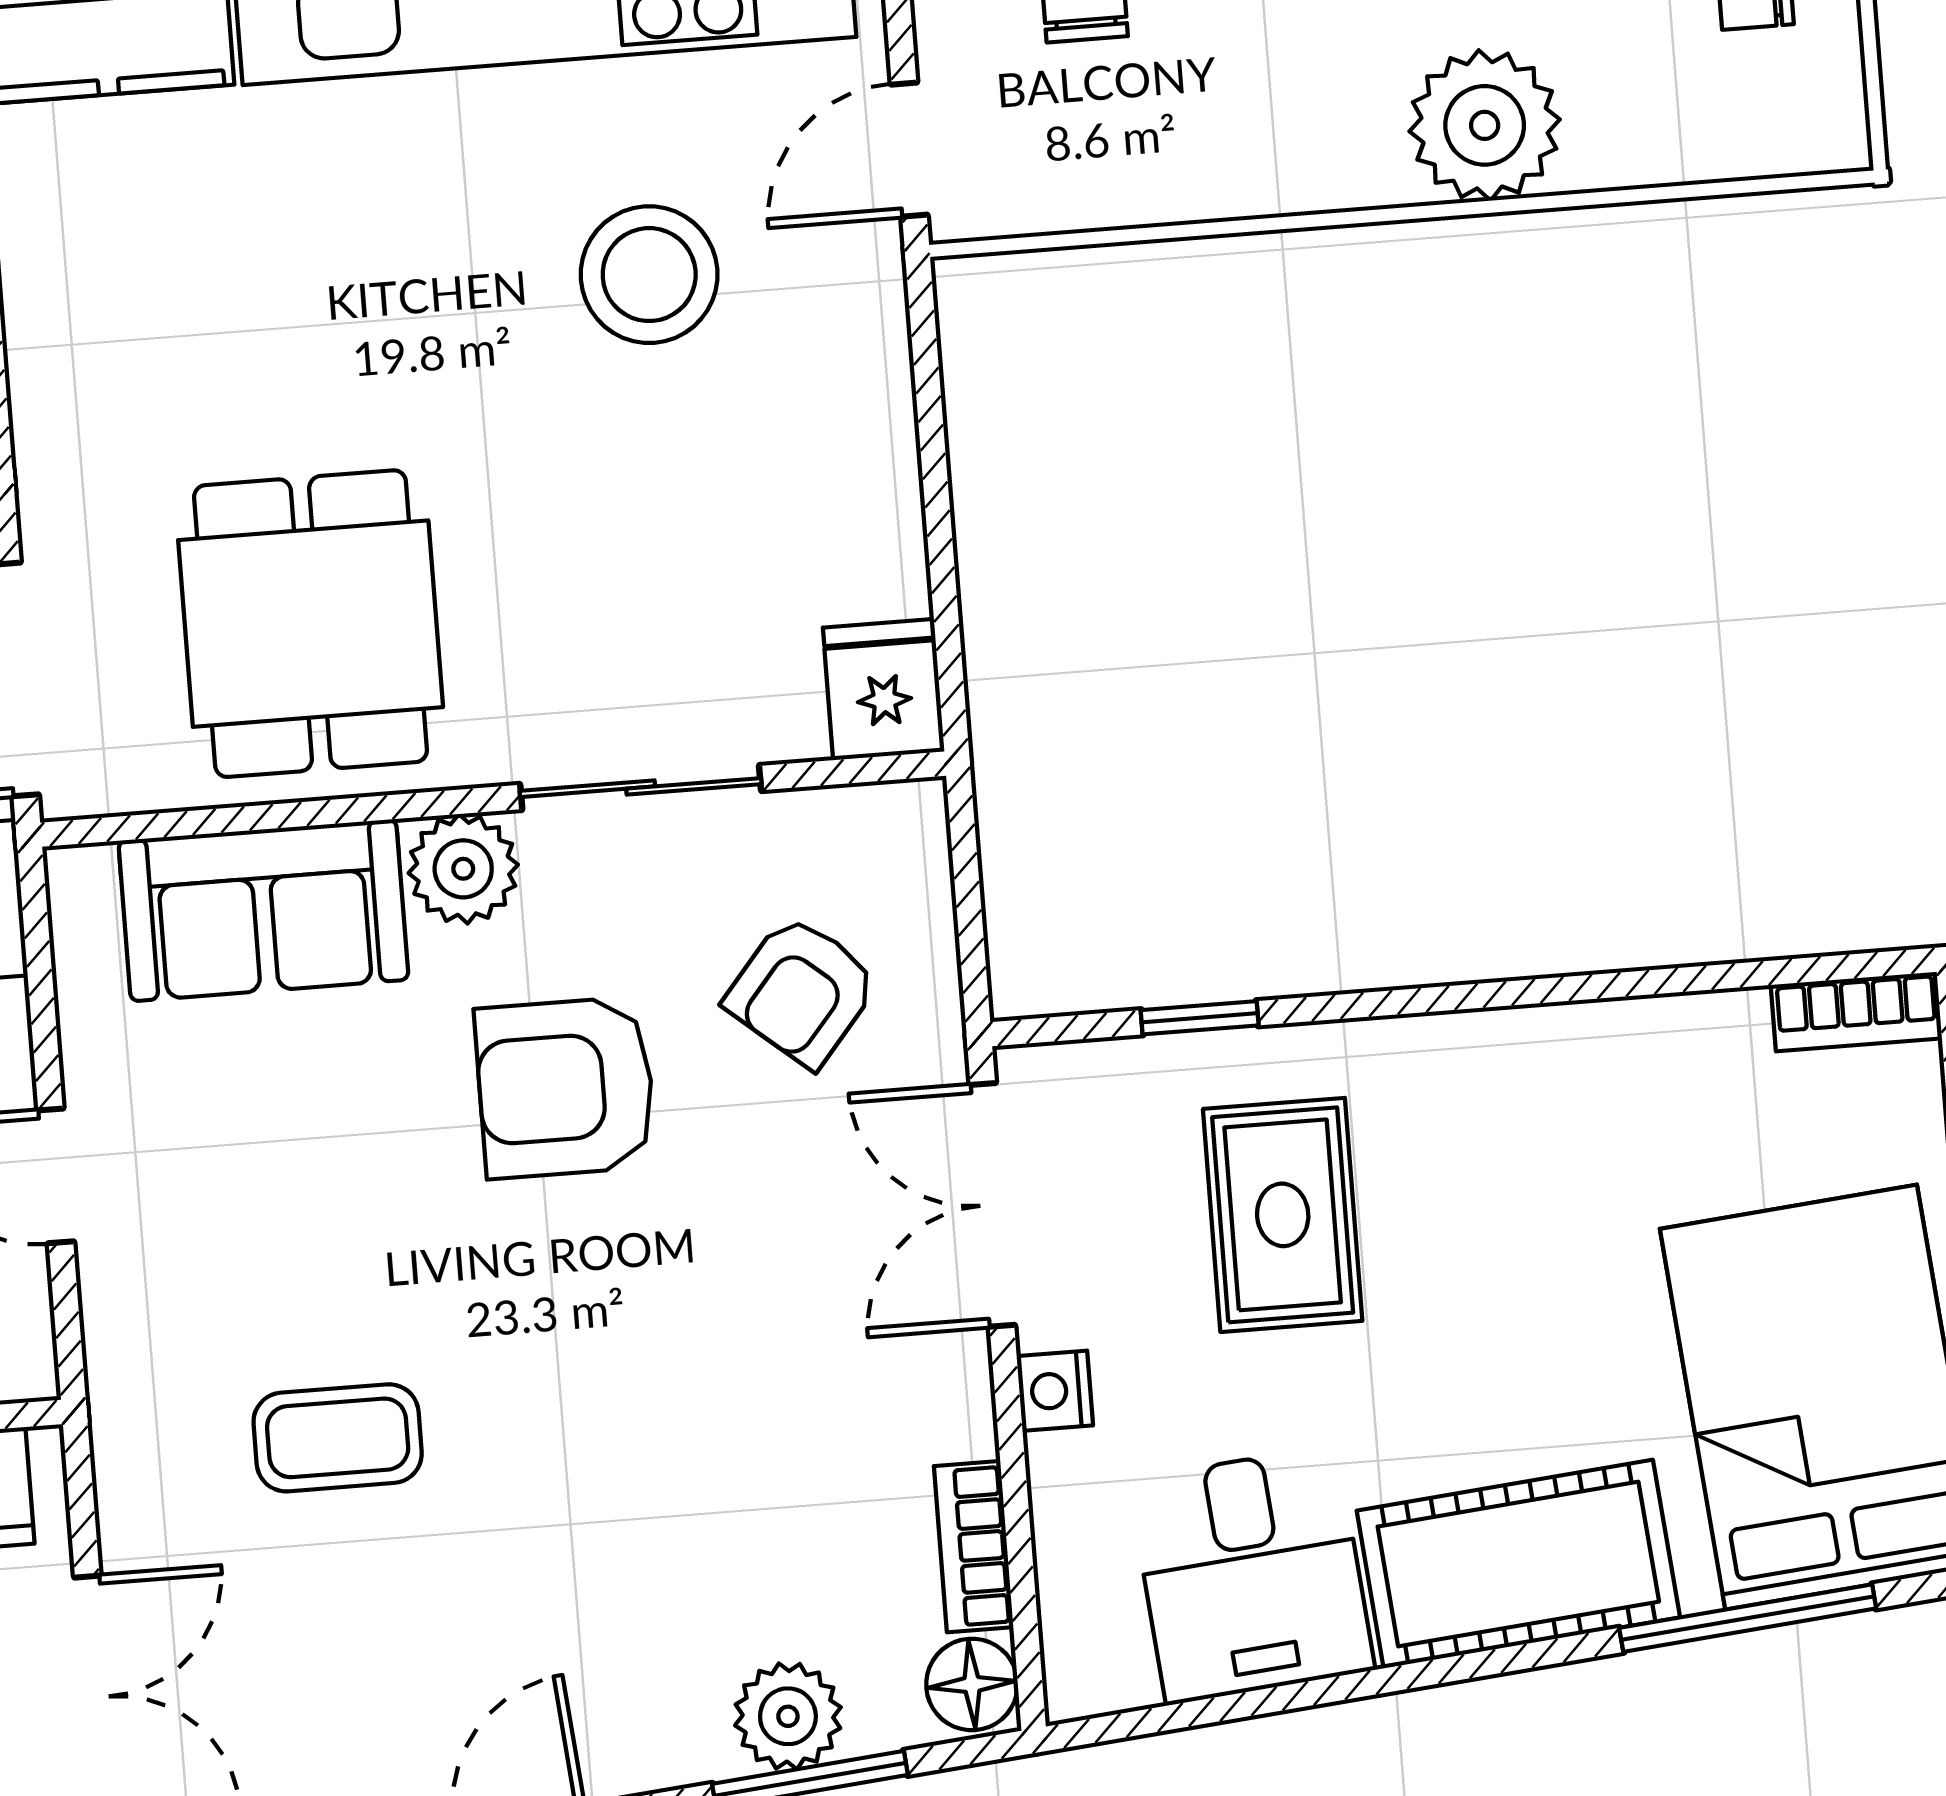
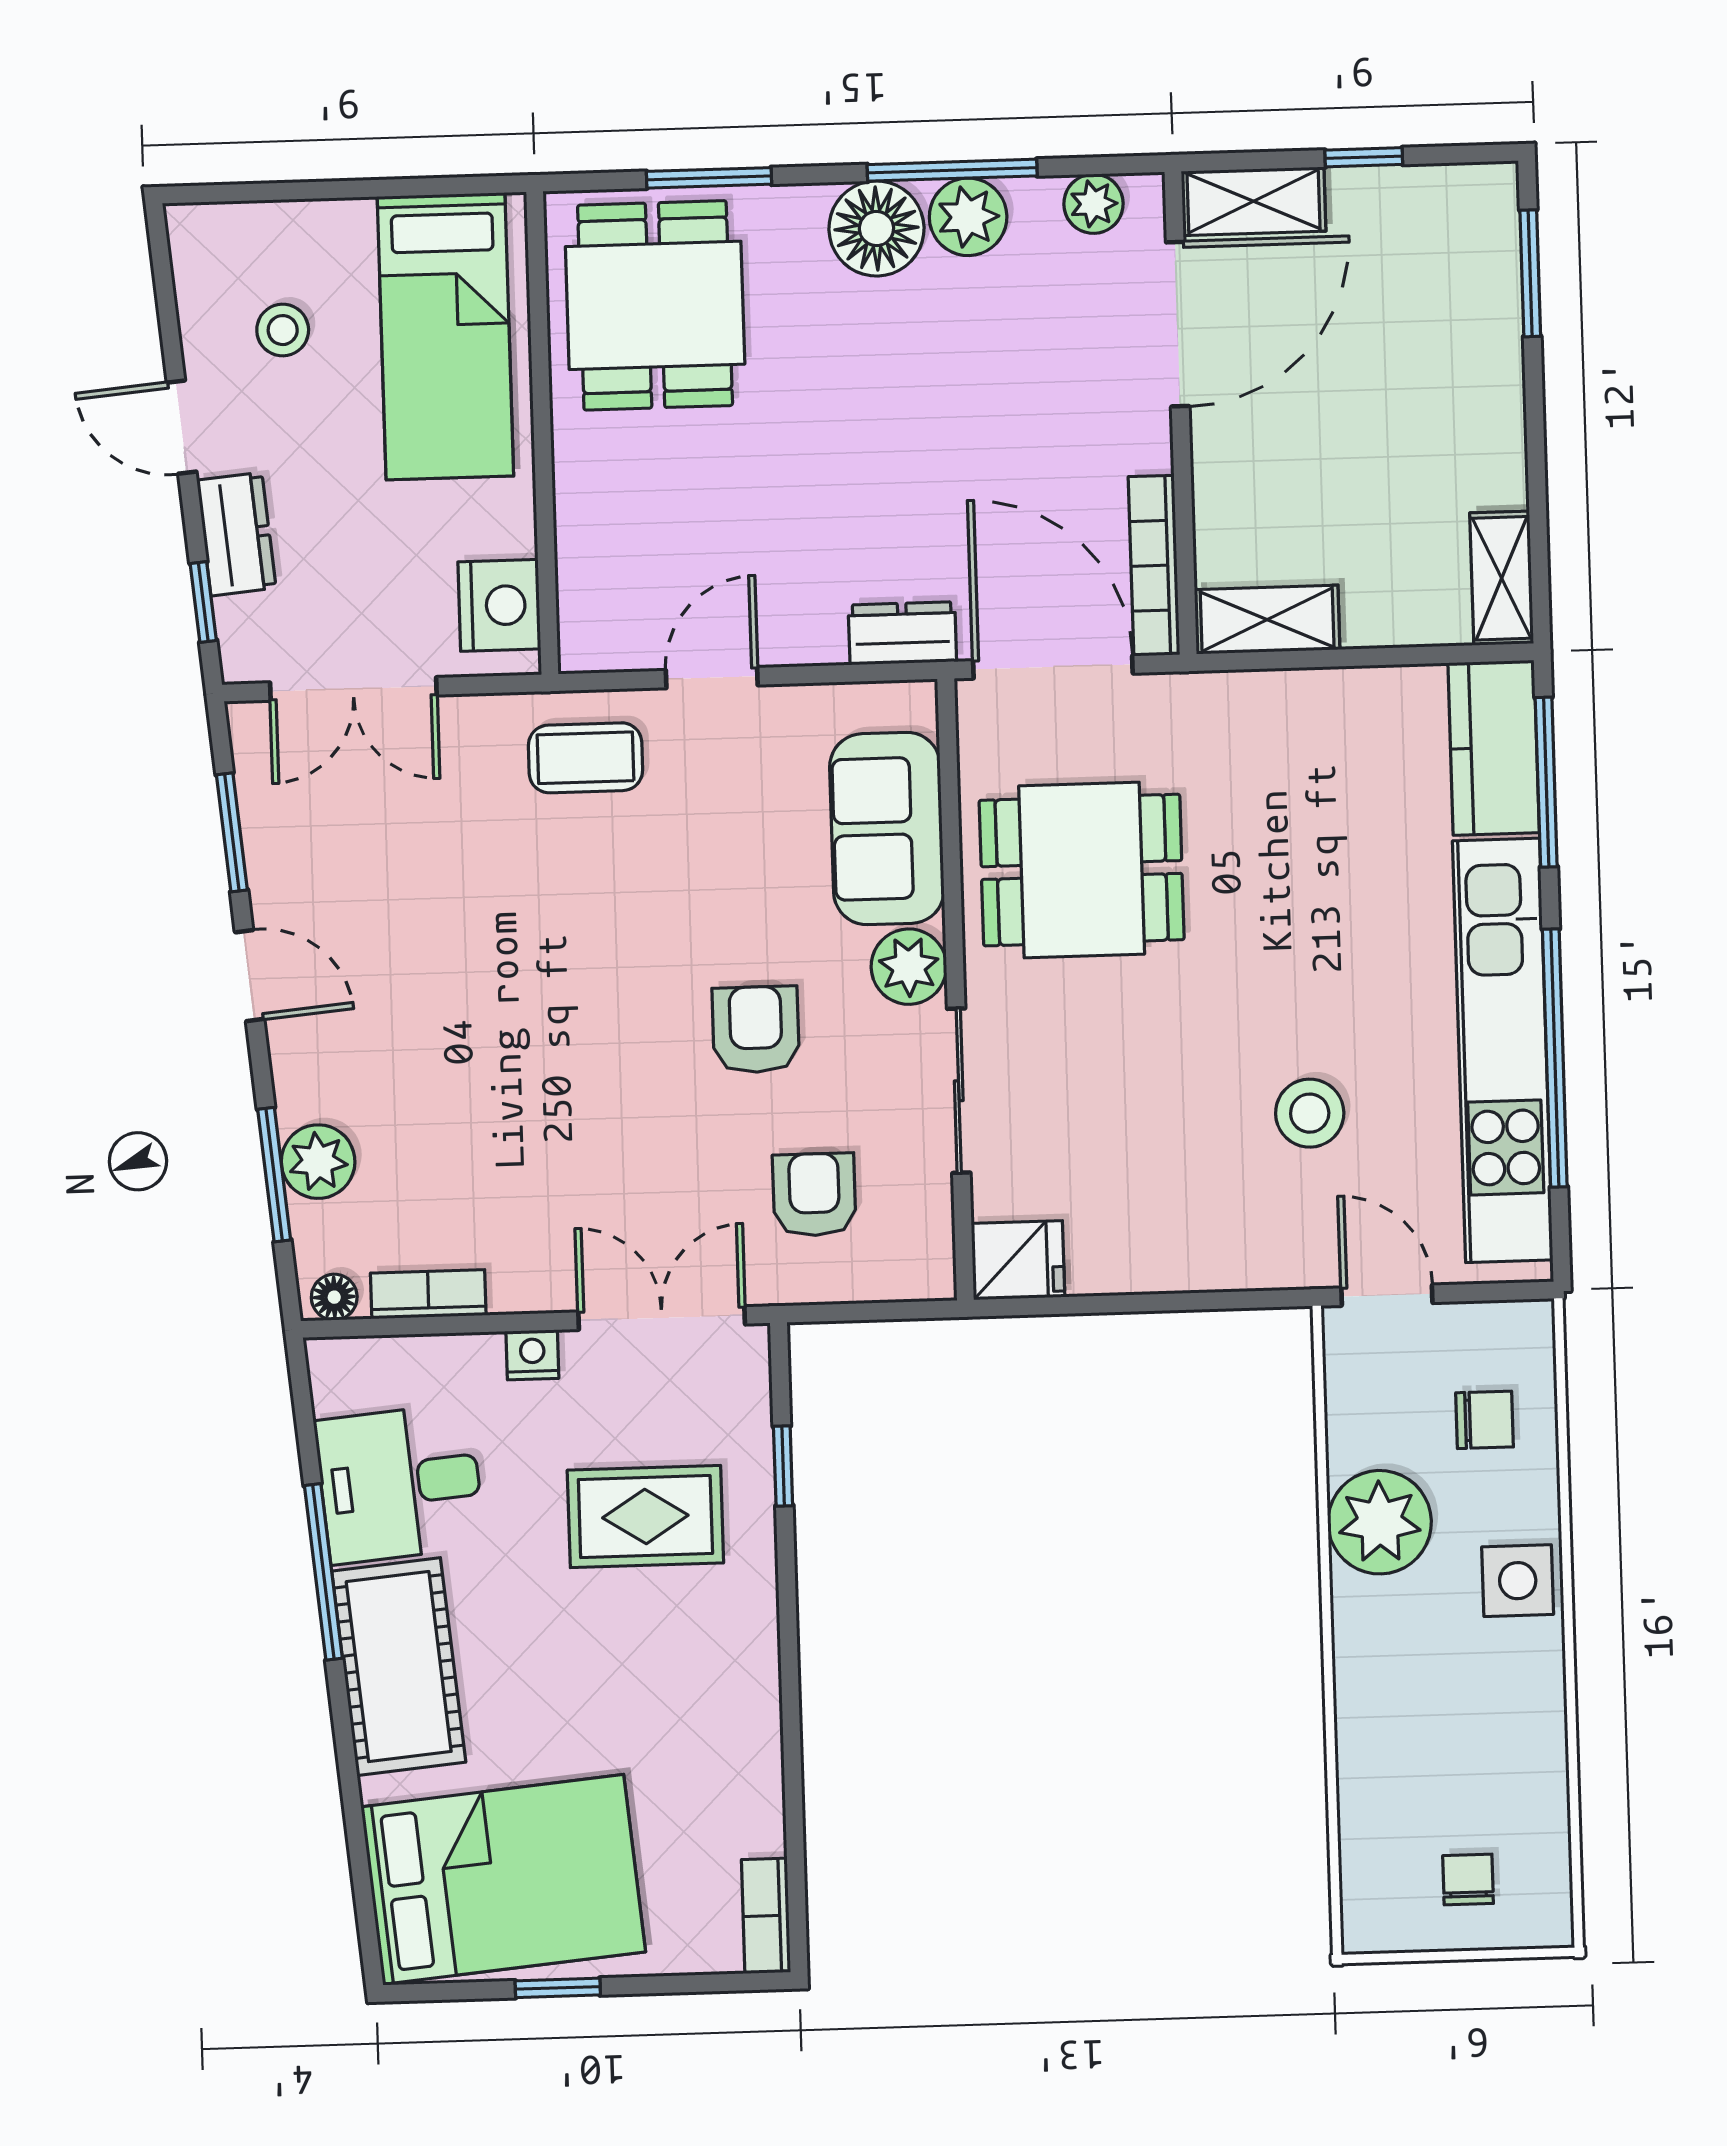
plant: (1485, 125) -> (1380, 1522), moved
stool: (649, 275) -> (1310, 1113), width x0.73, depth x0.73
armchair: (802, 991) -> (814, 1195), turned 50
armchair: (565, 1088) -> (756, 1030), width x0.72, depth x0.72
coffee table: (338, 1438) -> (586, 758), moved, turned 90
window: (1748, 1618) -> (323, 1572), moved
floor lamp: (972, 1684) -> (334, 1297), width x0.73, depth x0.73

